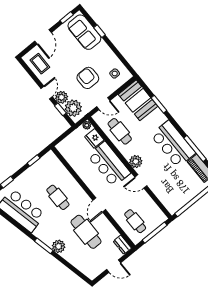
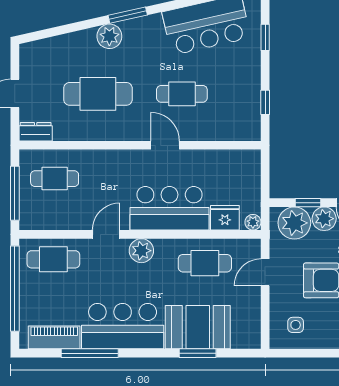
booth: (138, 100) -> (198, 327), moved
cafe table: (169, 195) -> (53, 259), added
door: (99, 205) -> (165, 145), moved

